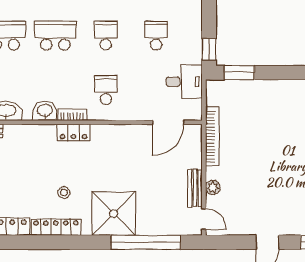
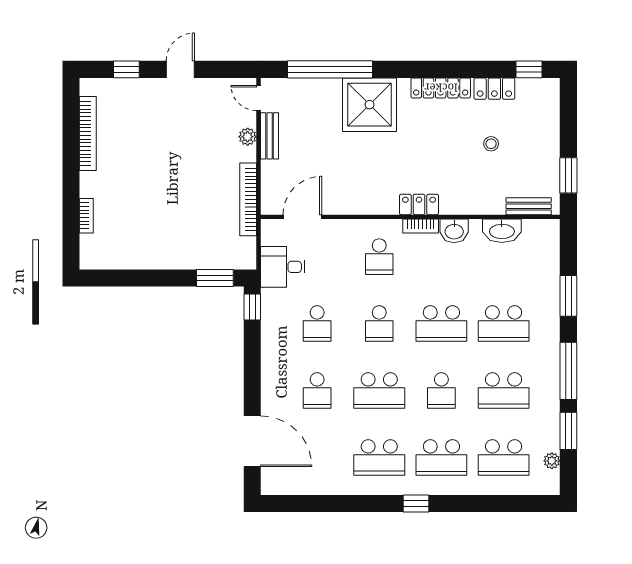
stool: (64, 193) -> (491, 144), moved

